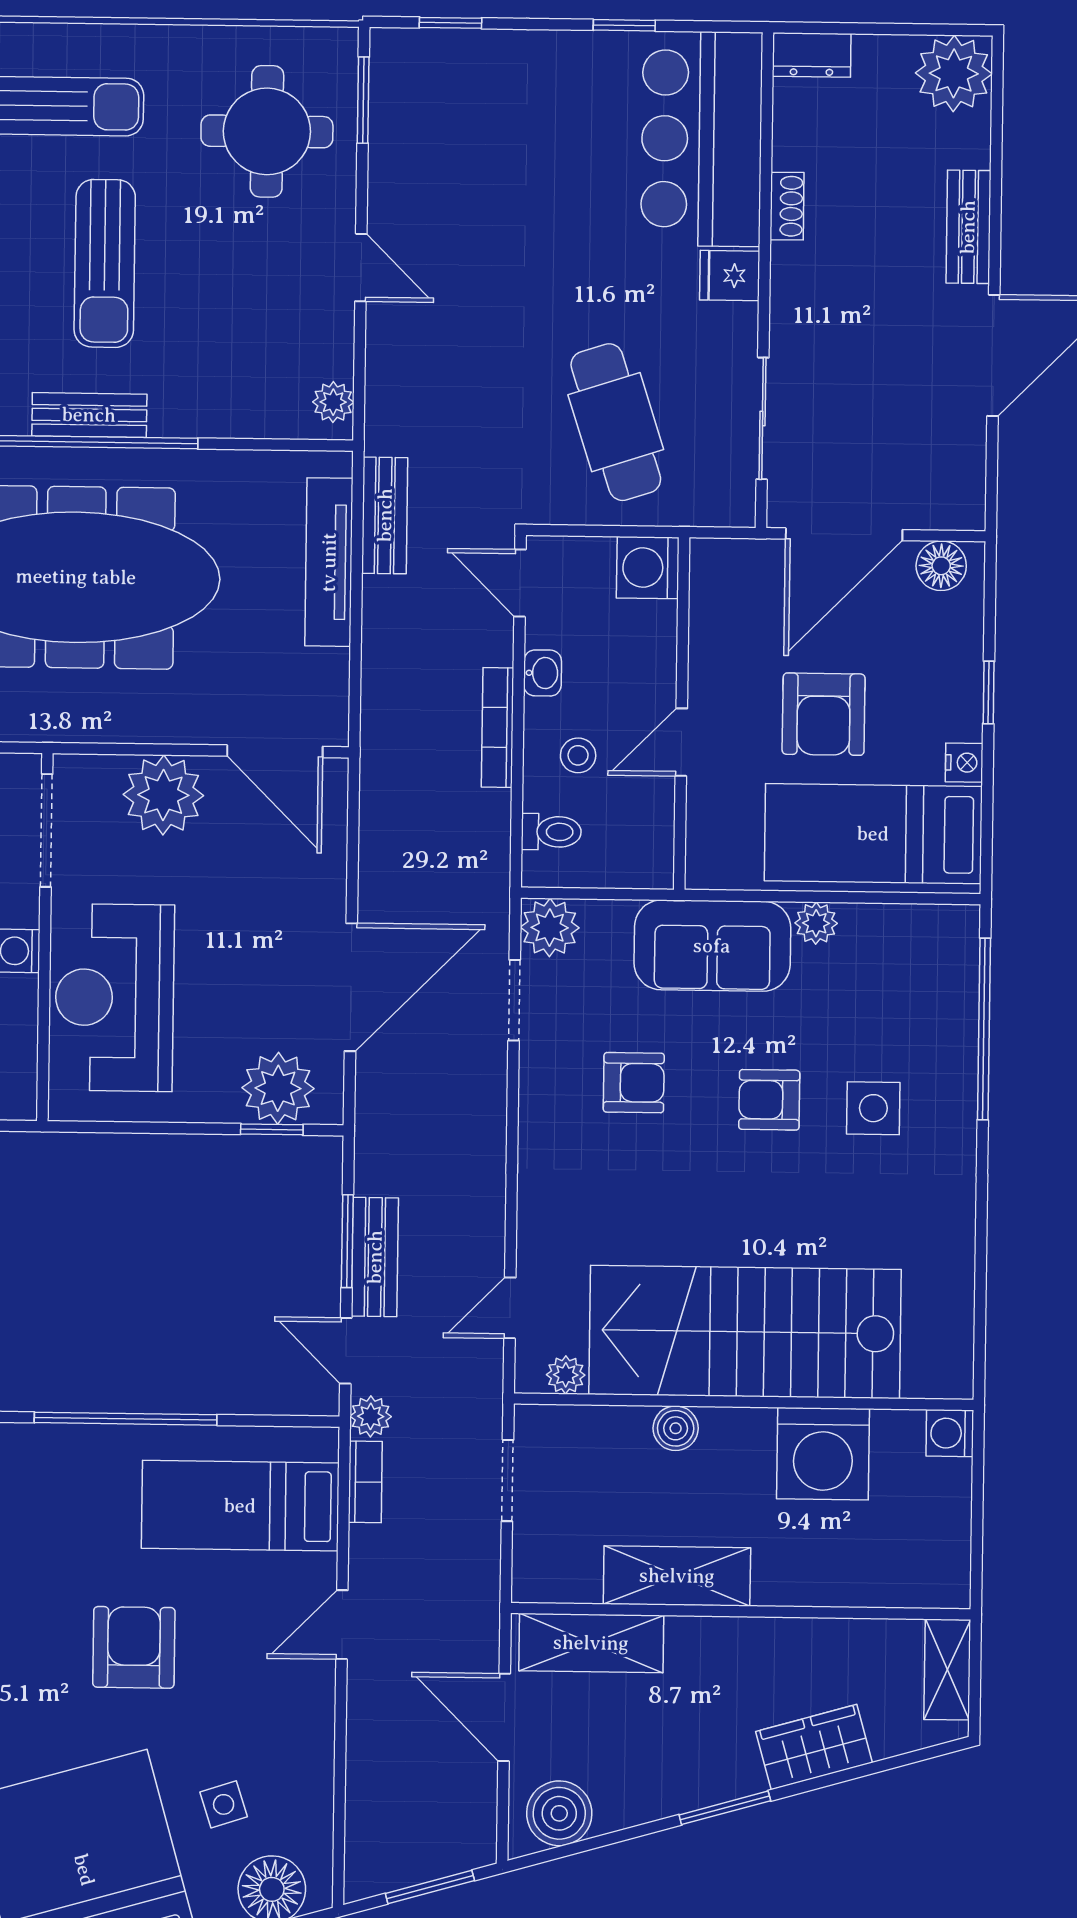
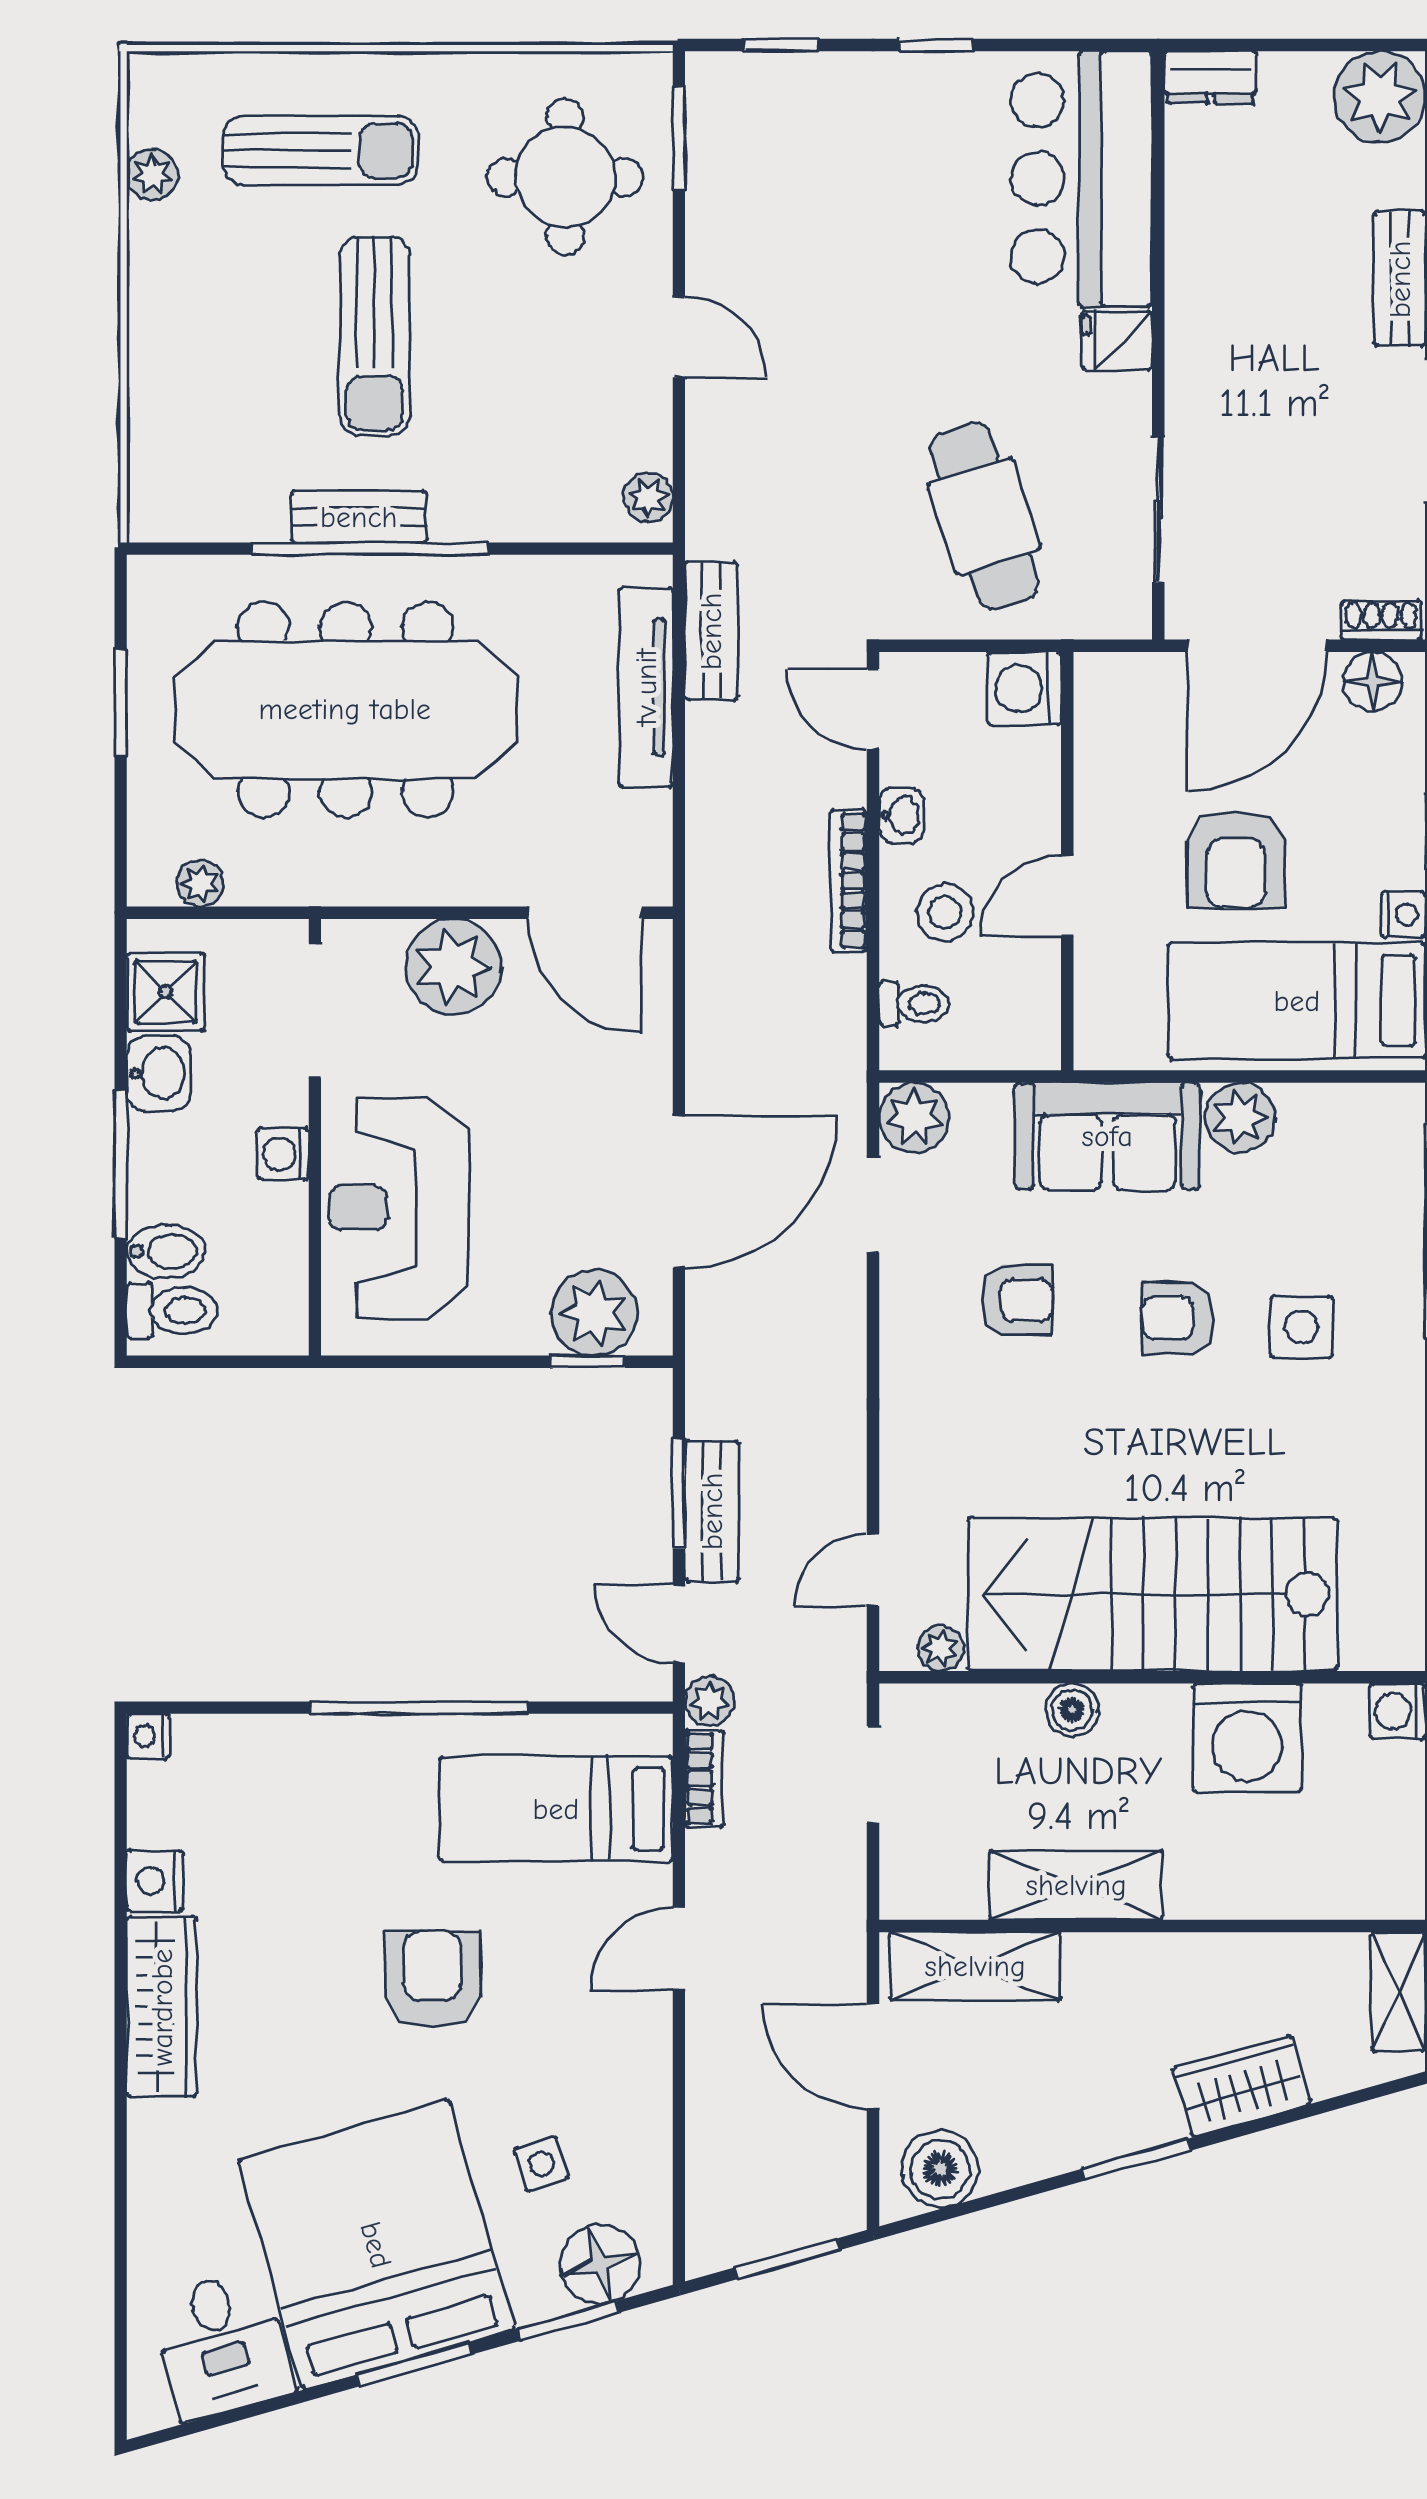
window: (624, 25) -> (936, 45), moved
shoe rack: (787, 206) -> (1381, 620), moved, turned -90
stool: (578, 755) -> (945, 913), width x1.37, depth x1.37
plant: (816, 923) -> (1240, 1117), width x1.38, depth x1.38

